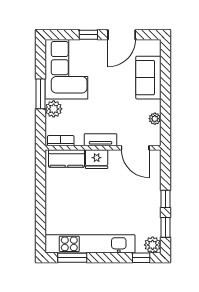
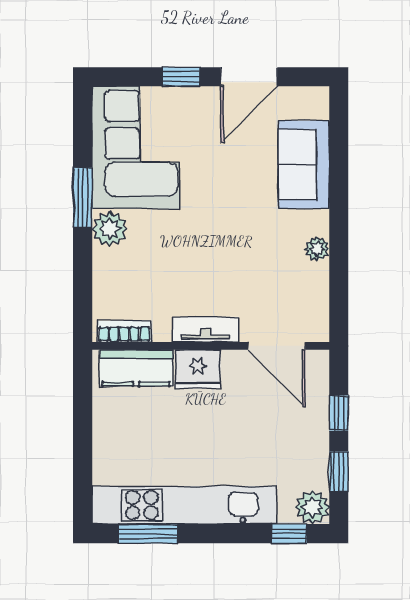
tv unit: (100, 140) -> (206, 330), moved
bookcase: (61, 141) -> (124, 331), moved
wall: (103, 148) -> (211, 346), moved
door: (135, 148) -> (277, 346), moved
kitchen counter: (66, 158) -> (136, 368), moved
fridge: (97, 159) -> (198, 369), moved

